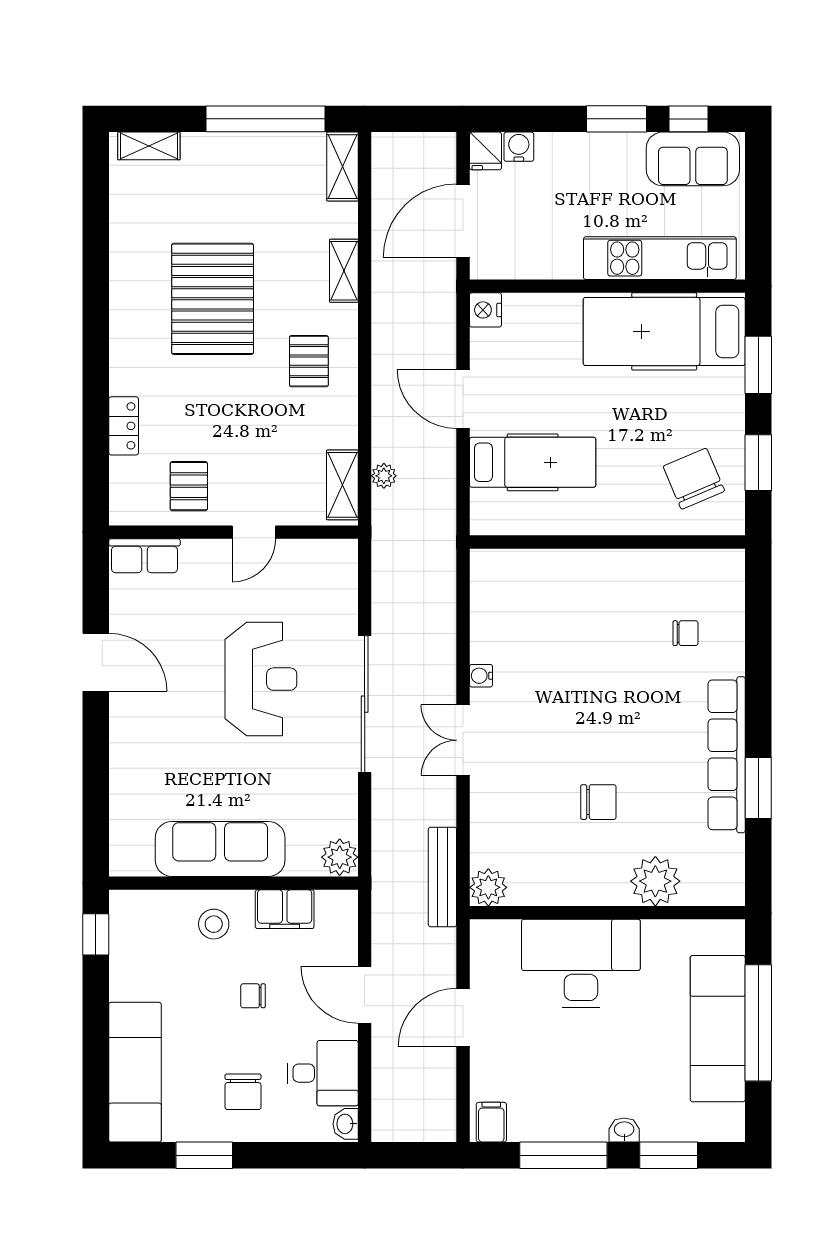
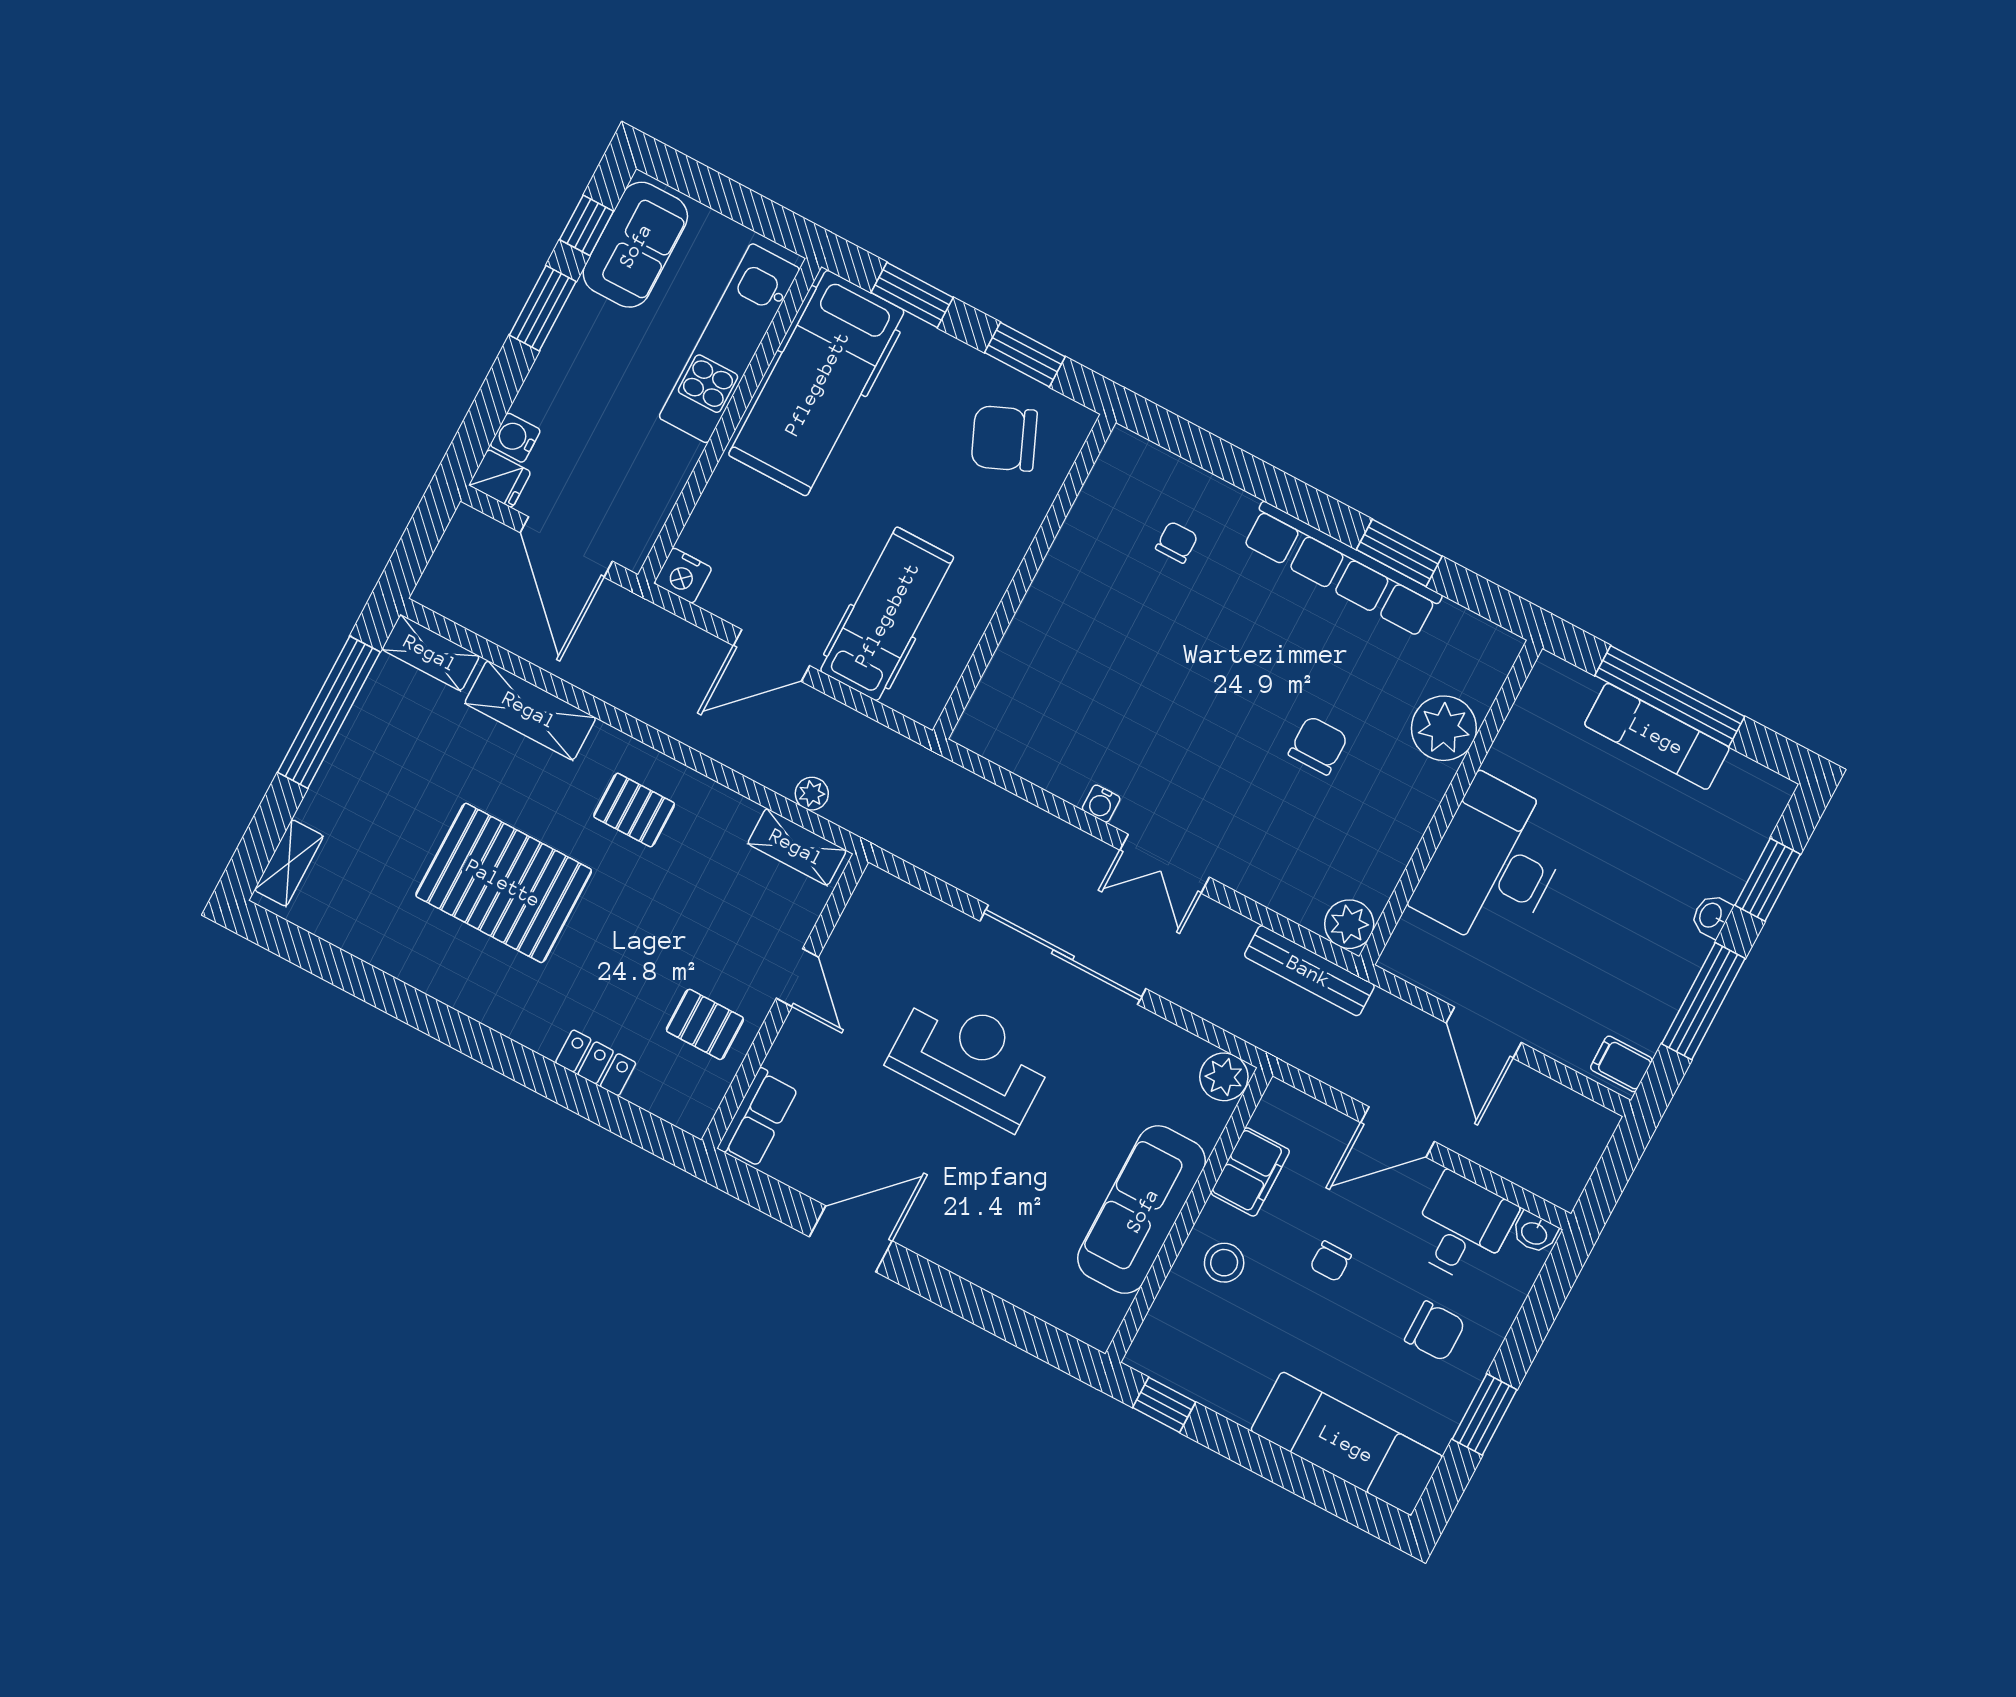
shelving: (344, 271) -> (530, 710), width x1.50, depth x1.33
exam couch: (718, 1029) -> (1657, 736), width x0.73, depth x0.69

